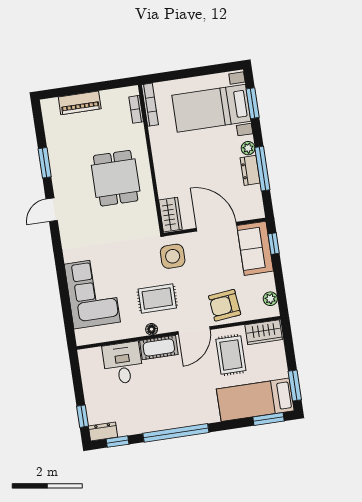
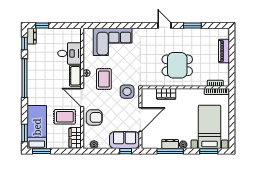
wardrobe: (170, 215) -> (166, 94), moved
armchair: (225, 305) -> (94, 117), turned 96

